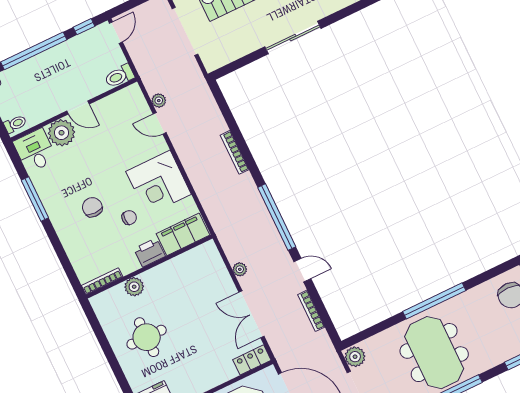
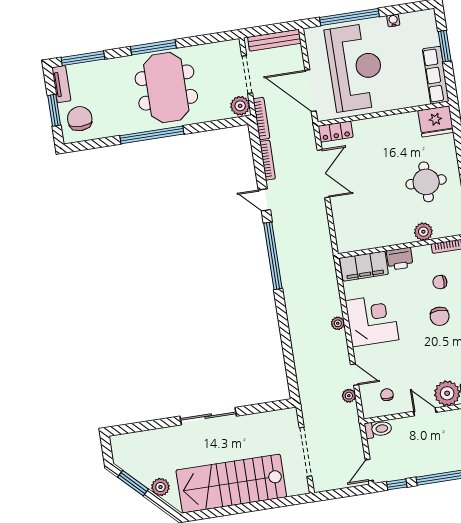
chair: (121, 113) -> (387, 395), added
bookcase: (235, 152) -> (261, 119), moved
chair: (129, 218) -> (440, 282), moved
plant: (240, 269) -> (338, 323), moved

